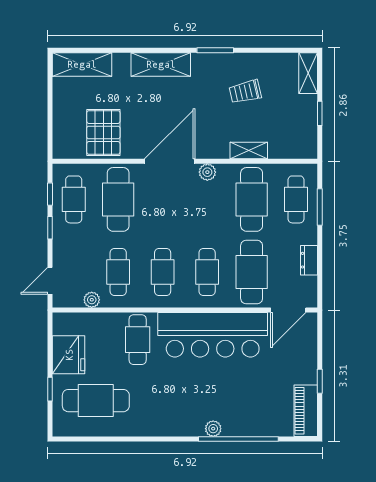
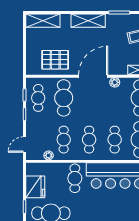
pallet: (103, 132) -> (55, 60), turned 90

